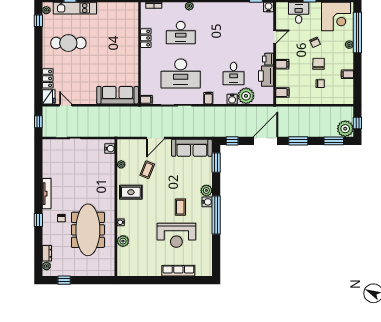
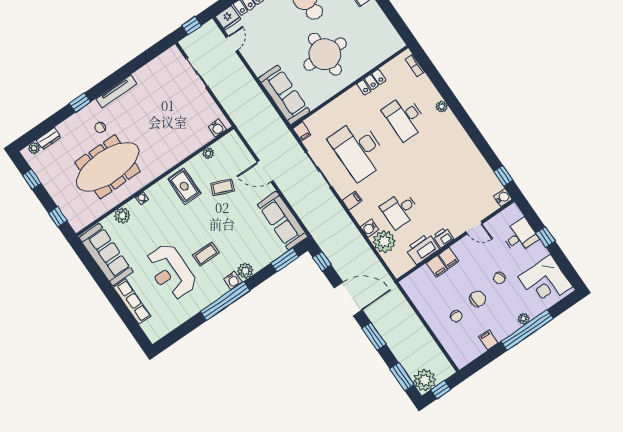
window: (357, 33) -> (527, 330), moved
round table: (110, 54) -> (325, 54), added
filing cabinet: (282, 93) -> (437, 266), moved
sofa: (140, 267) -> (106, 255), added
window: (97, 280) -> (58, 217), added

